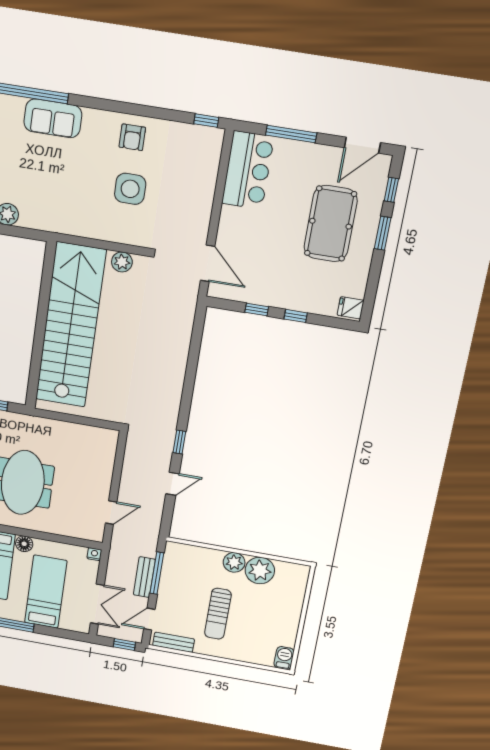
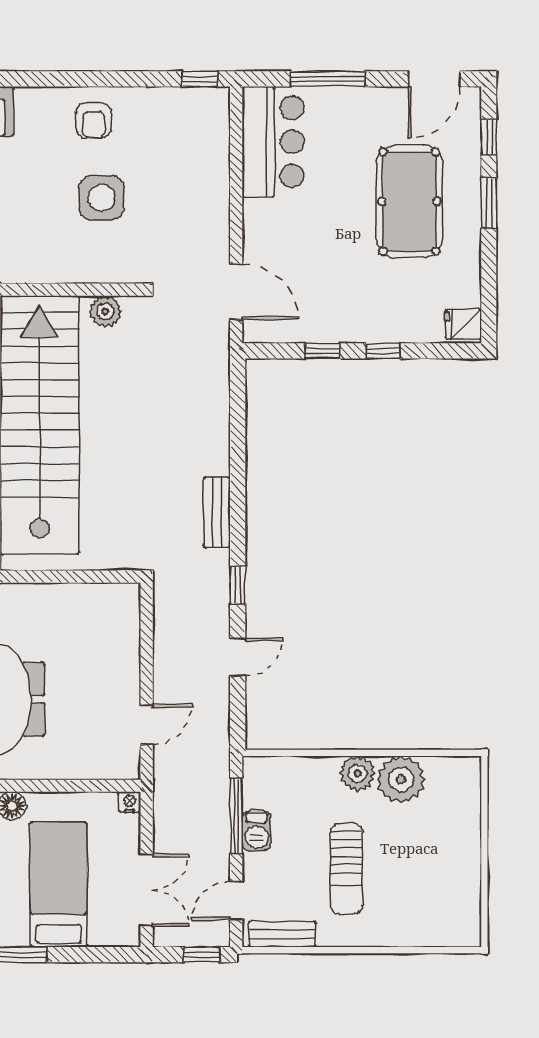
bench: (144, 577) -> (217, 512), moved
barbecue: (284, 658) -> (257, 831), moved, turned 180

